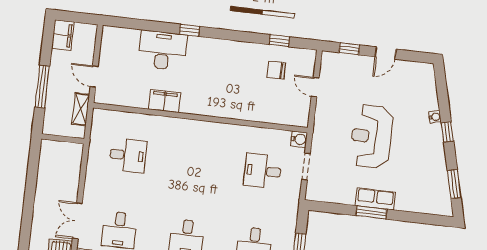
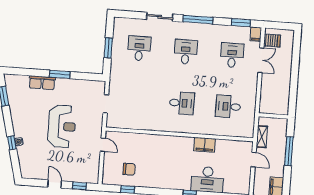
door: (385, 53) -> (55, 184), hinge flipped
door: (315, 87) -> (103, 145), moved
window: (447, 132) -> (12, 143), moved
water cooler: (299, 139) -> (111, 122), removed
desk: (263, 171) -> (182, 103), moved
row of seats: (375, 199) -> (42, 83), moved

